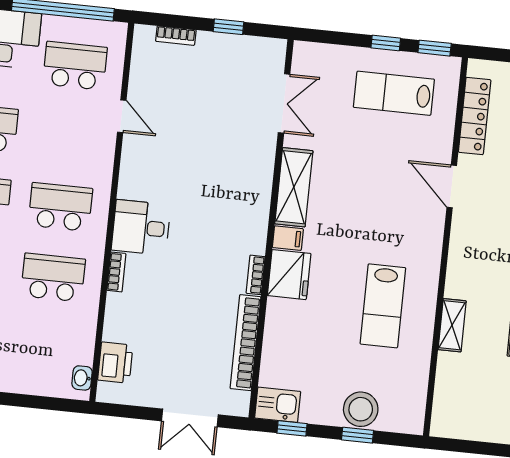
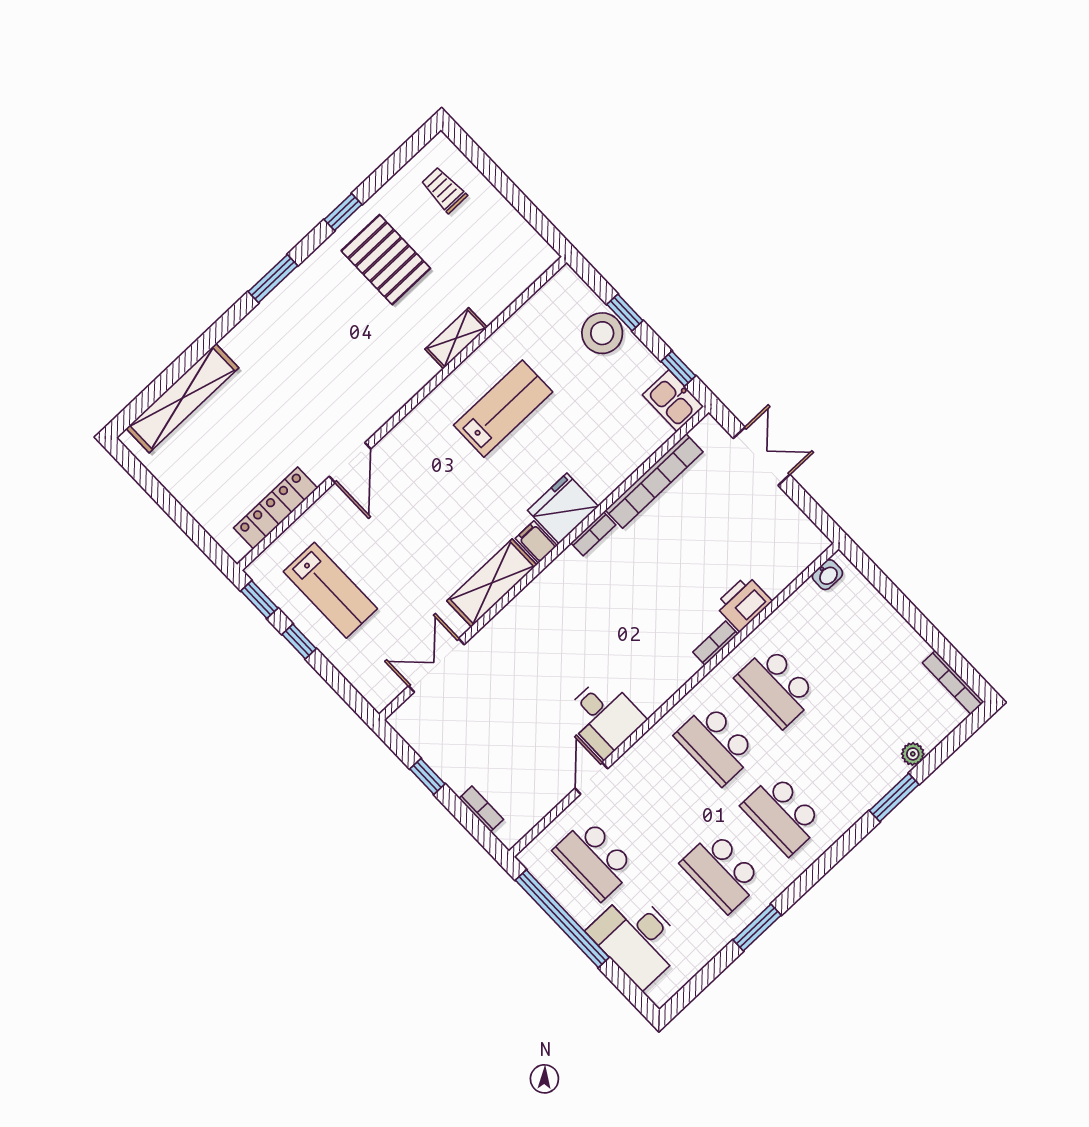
desk: (141, 227) -> (604, 717), moved
printer: (115, 363) -> (743, 603), moved

